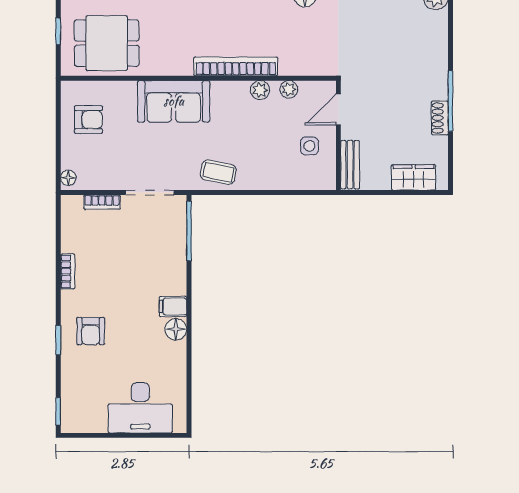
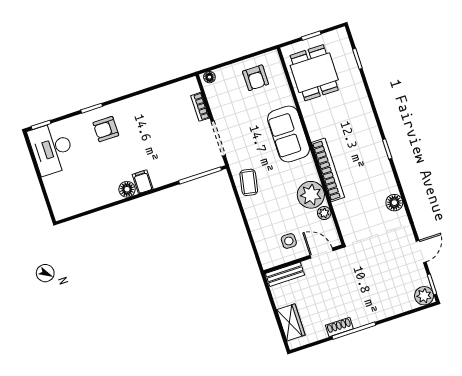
plant: (260, 90) -> (311, 195), width x1.87, depth x1.87
bookcase: (68, 271) -> (143, 99), removed
desk: (140, 408) -> (52, 148), moved

